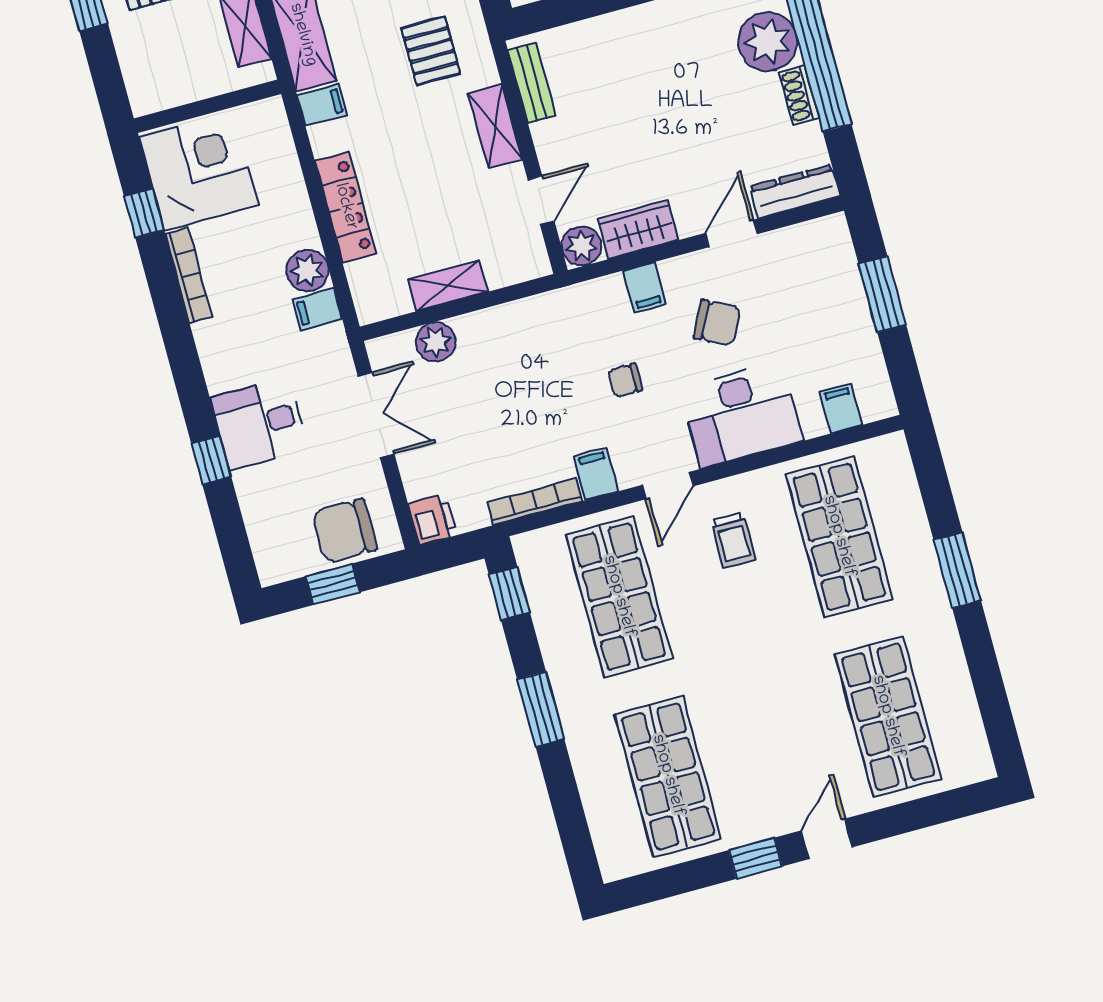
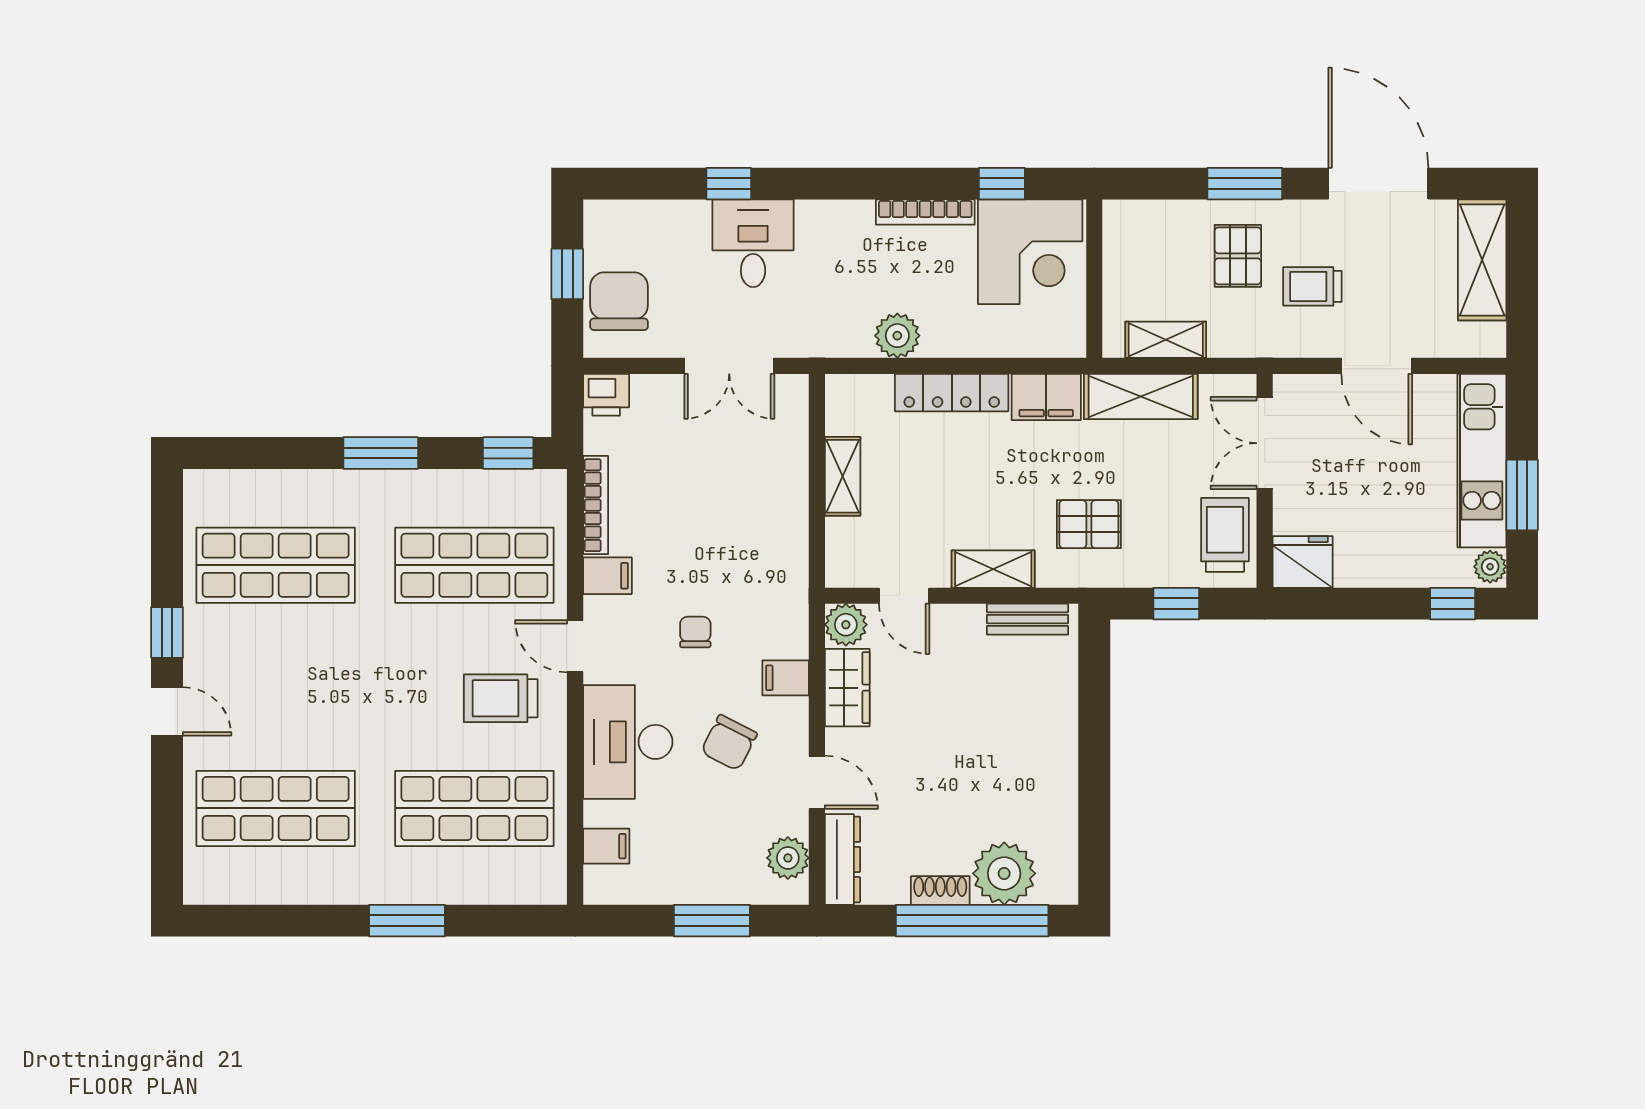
filing cabinet: (322, 105) -> (1046, 397), width x2.00
filing cabinet: (317, 309) -> (855, 335), removed
plant: (436, 342) -> (788, 858), moved
trolley: (733, 540) -> (501, 698), width x1.36, depth x1.39

